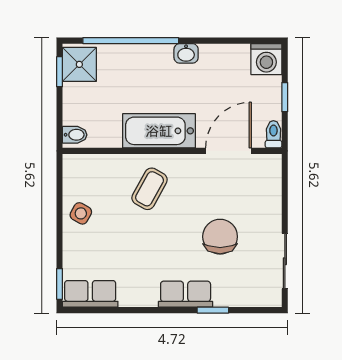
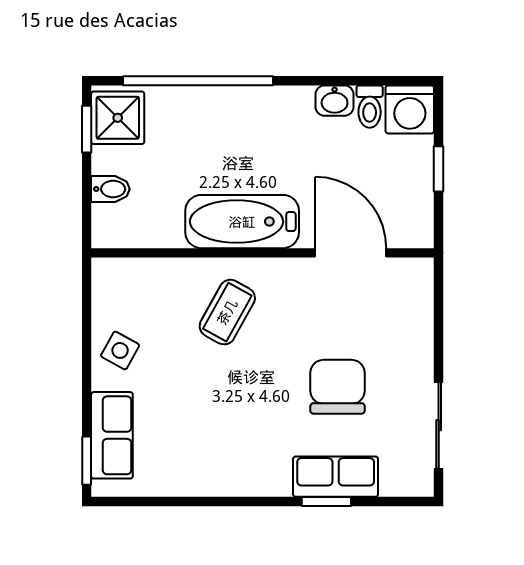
washbasin: (186, 53) -> (335, 101), moved
toilet: (273, 134) -> (370, 107), moved, turned 180
bidet: (75, 135) -> (110, 189), moved
door: (228, 151) -> (351, 253), hinge flipped
row of seats: (90, 294) -> (112, 435), moved, turned 90
row of seats: (186, 294) -> (336, 477), moved

